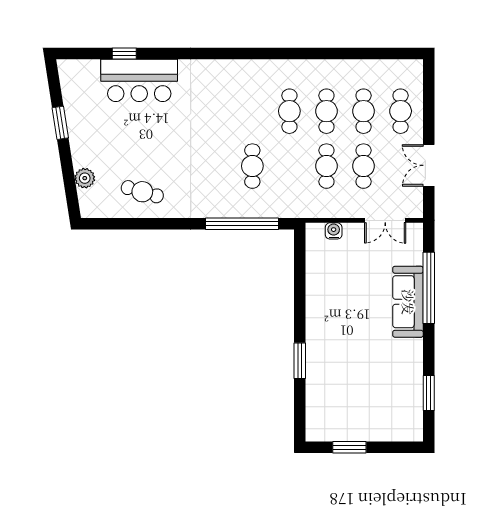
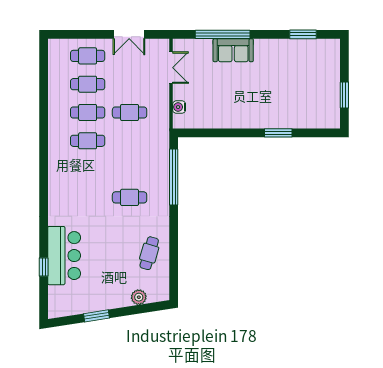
cafe table: (252, 166) -> (130, 197), moved
cafe table: (364, 166) -> (130, 84), removed
sofa: (408, 302) -> (233, 50), width x0.73

